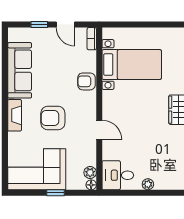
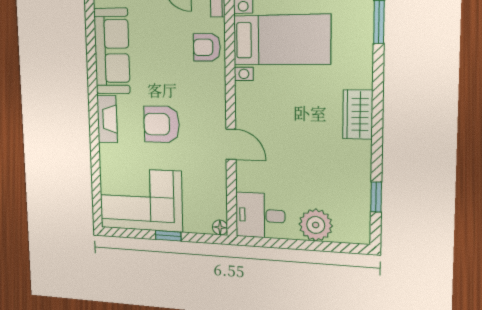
armchair: (86, 81) -> (207, 47), moved
plant: (90, 172) -> (218, 209), removed
plant: (148, 184) -> (316, 225), width x1.88, depth x1.88

